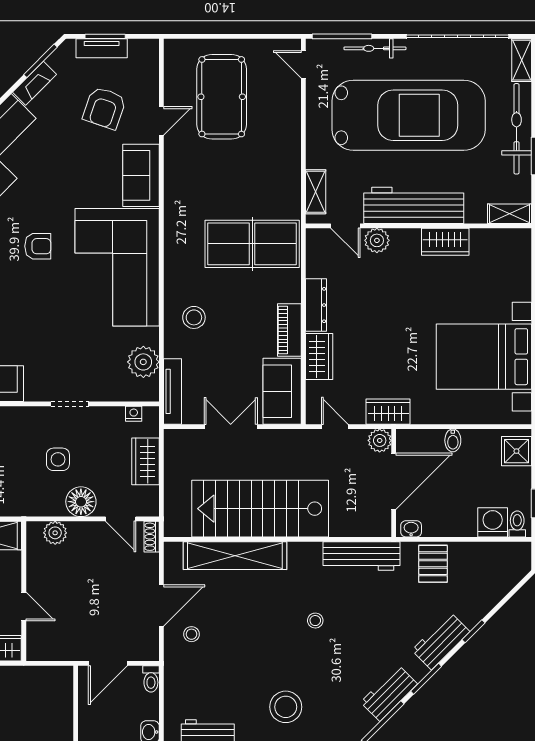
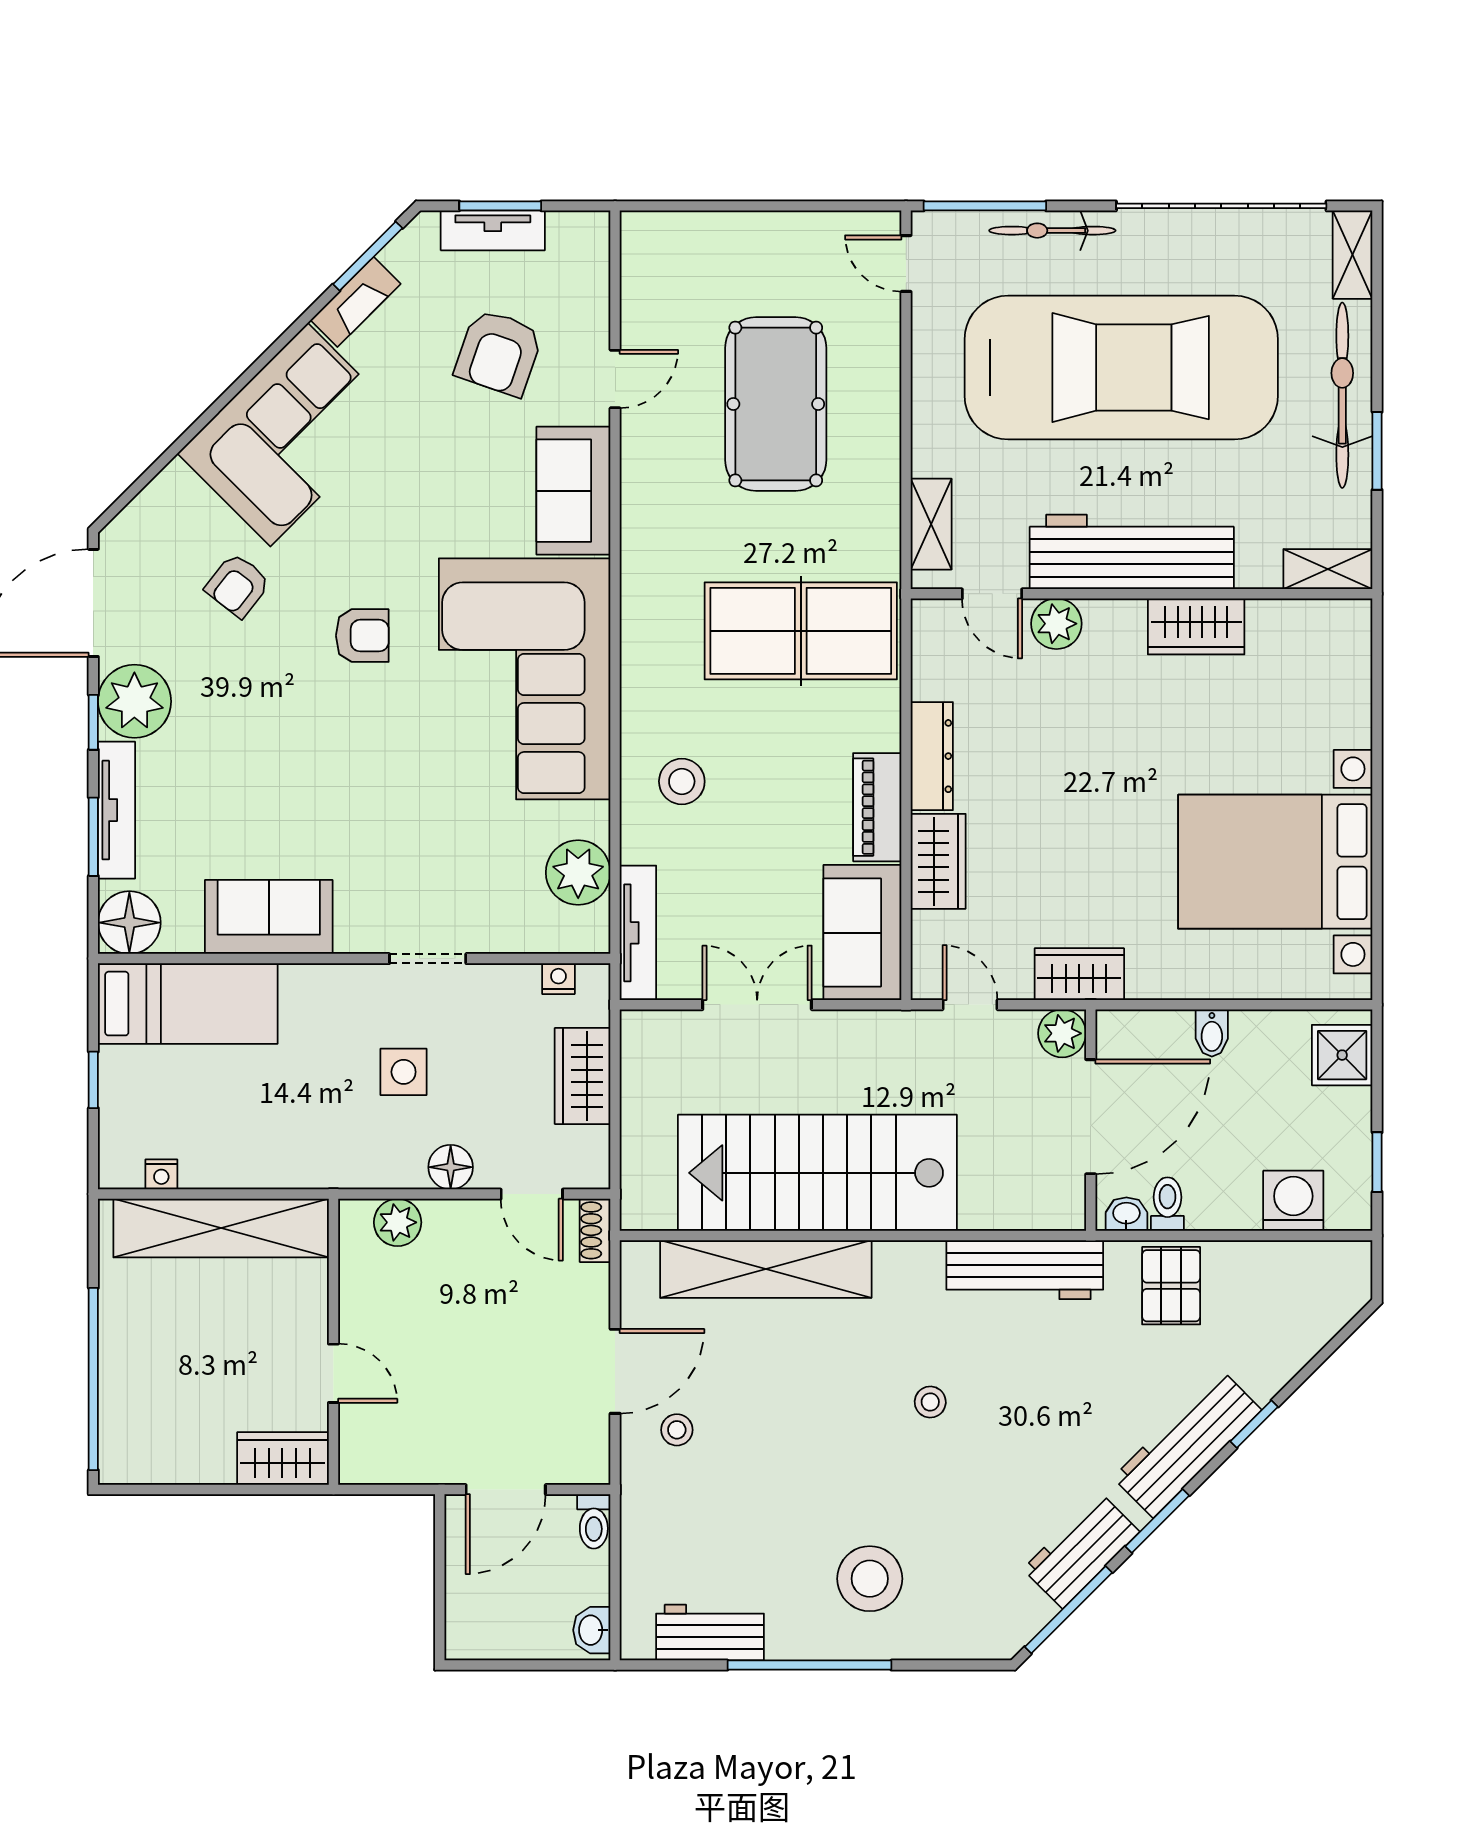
pool table: (222, 97) -> (776, 404), moved
floor lamp: (81, 502) -> (451, 1167), width x0.73, depth x0.73
toilet: (517, 524) -> (1167, 1204), moved
workbench: (441, 641) -> (1187, 1444), width x1.38

